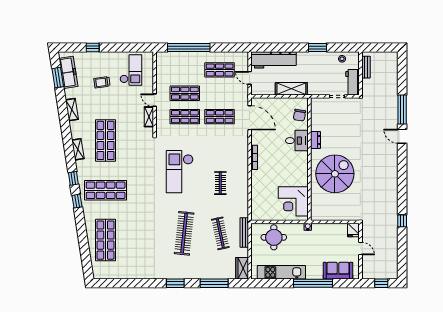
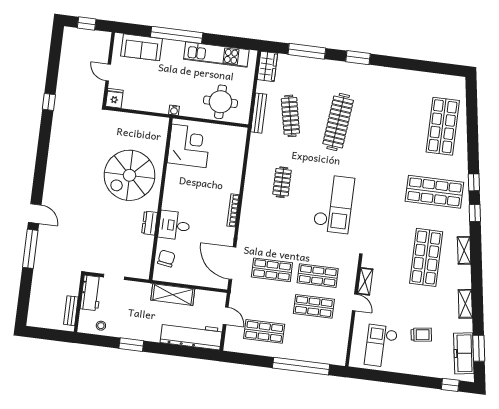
window: (93, 48) -> (450, 385), moved

